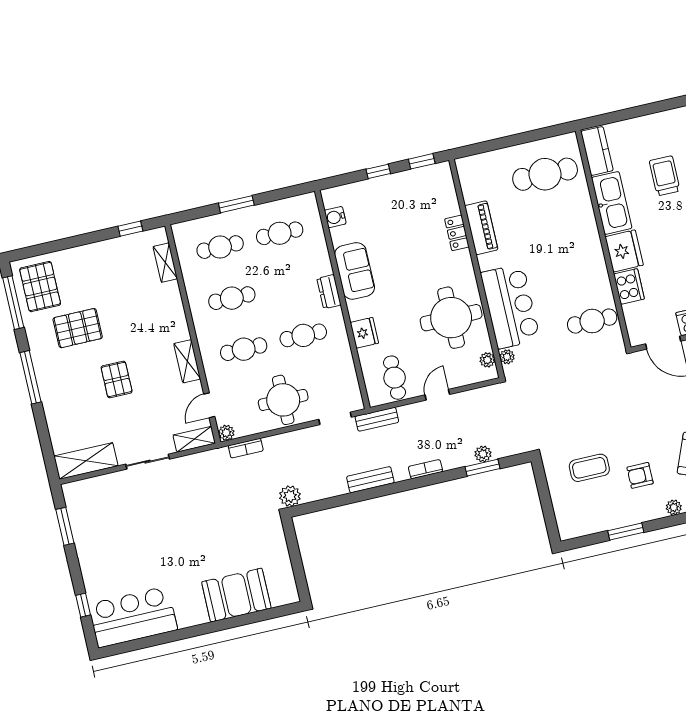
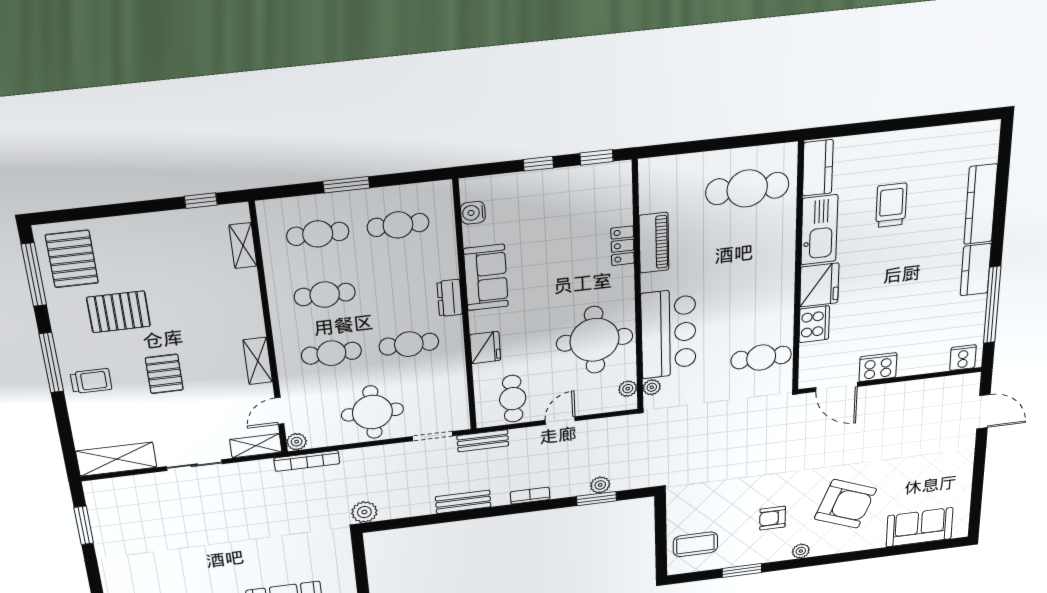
trolley: (61, 391) -> (91, 381), added
bookcase: (246, 448) -> (307, 461), width x1.56
coffee table: (589, 468) -> (695, 544), moved

